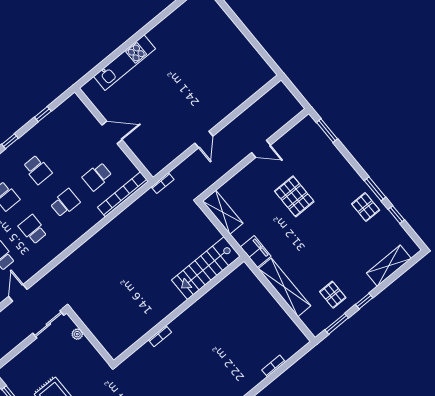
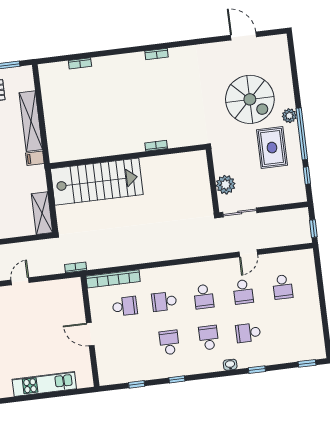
filing cabinet: (256, 252) -> (35, 158), width x0.50
stairs: (206, 268) -> (97, 182), width x1.36, depth x1.51
plant: (77, 334) -> (226, 185), width x1.87, depth x1.87

